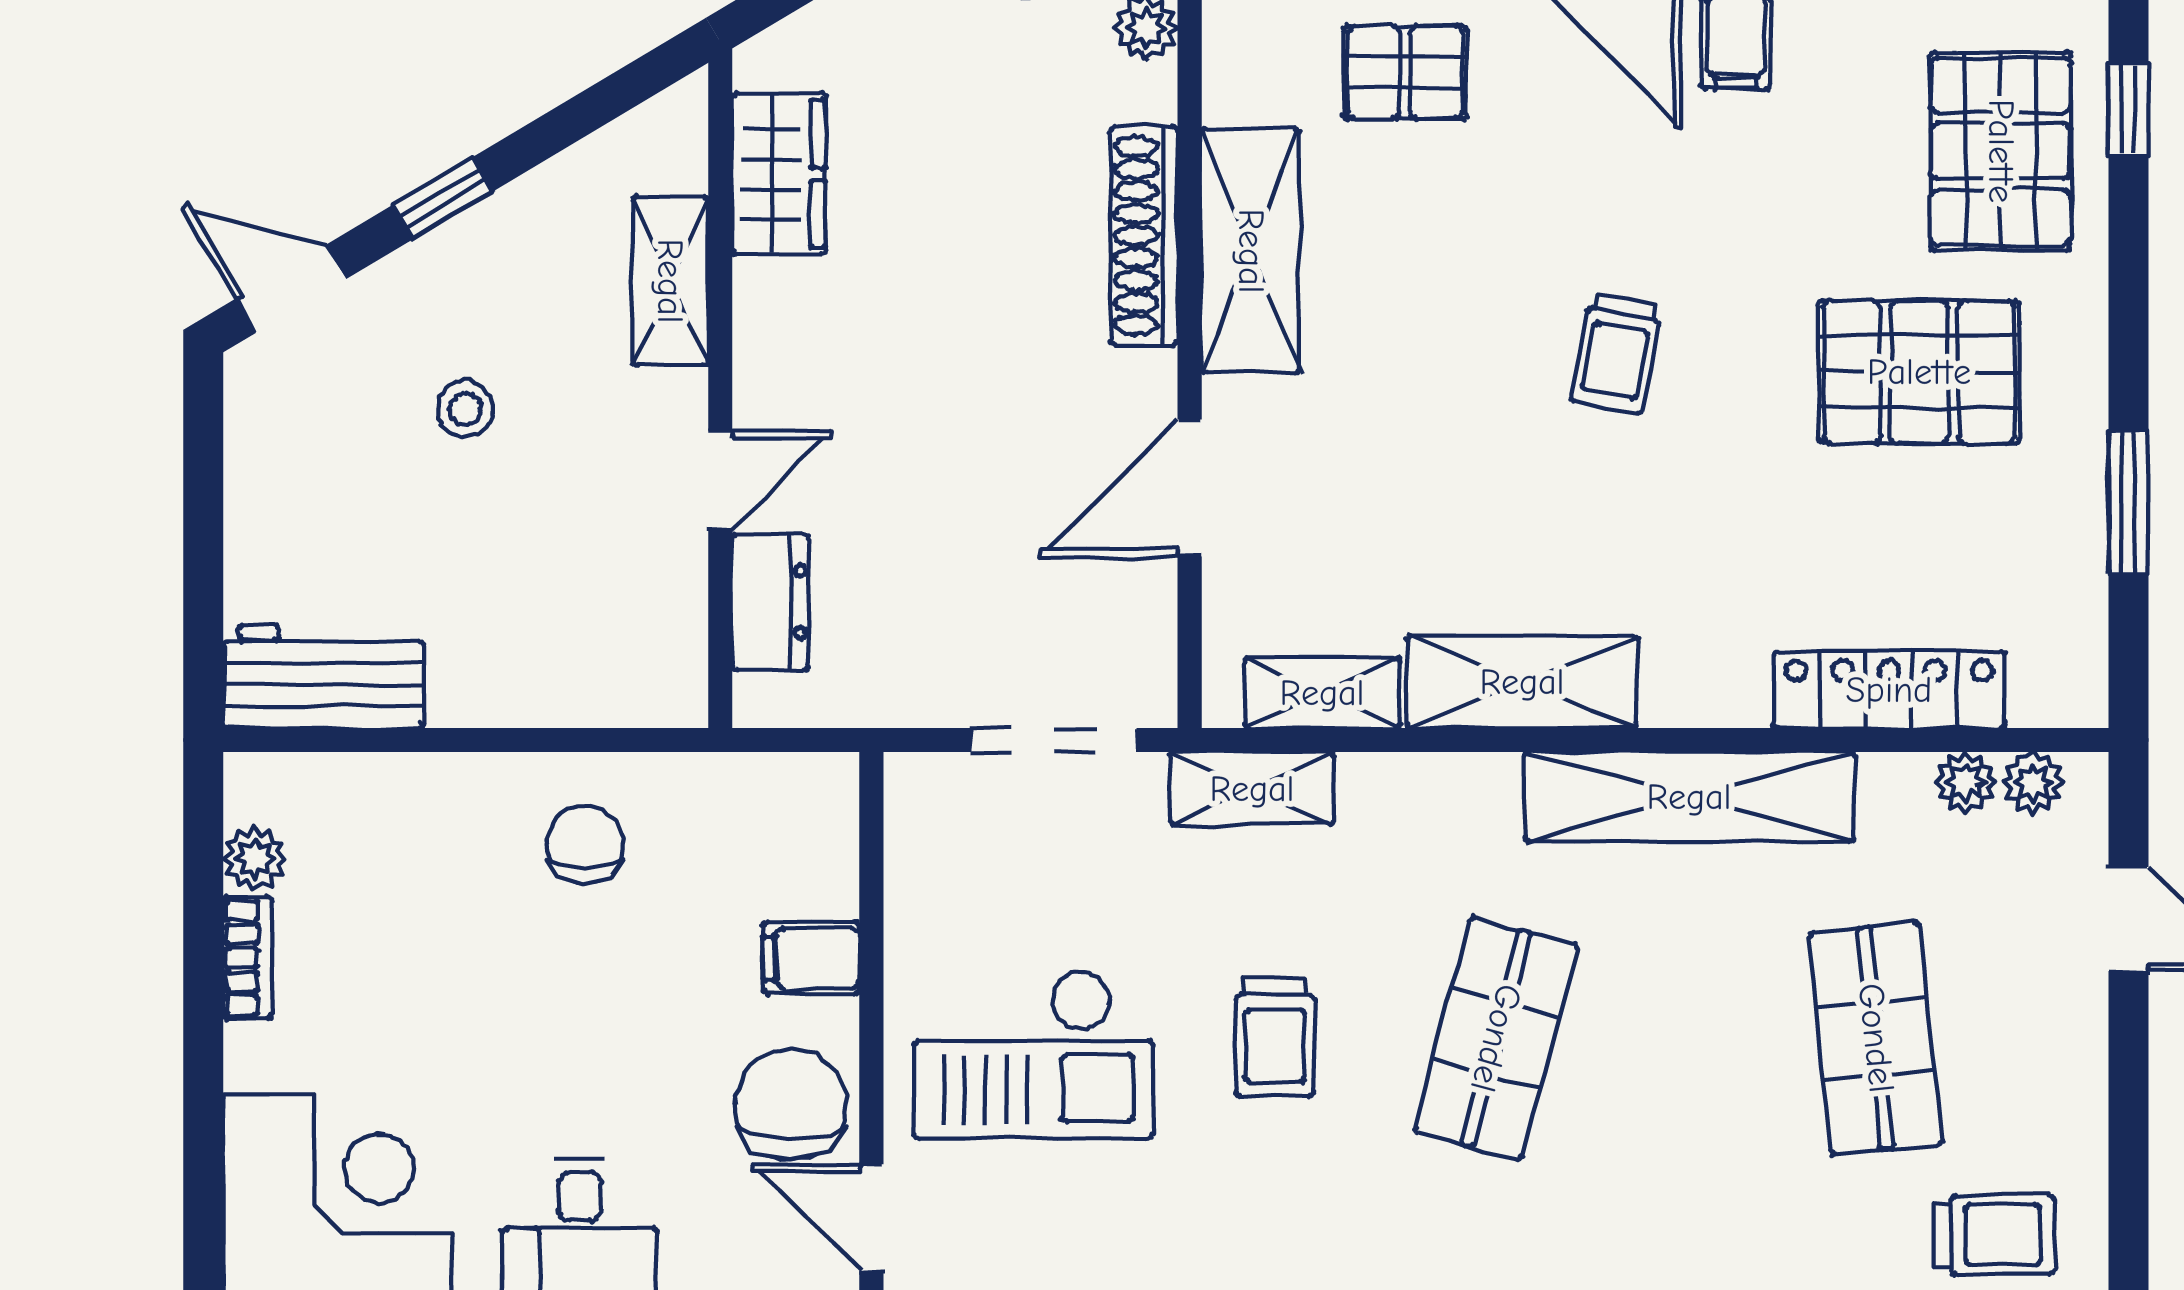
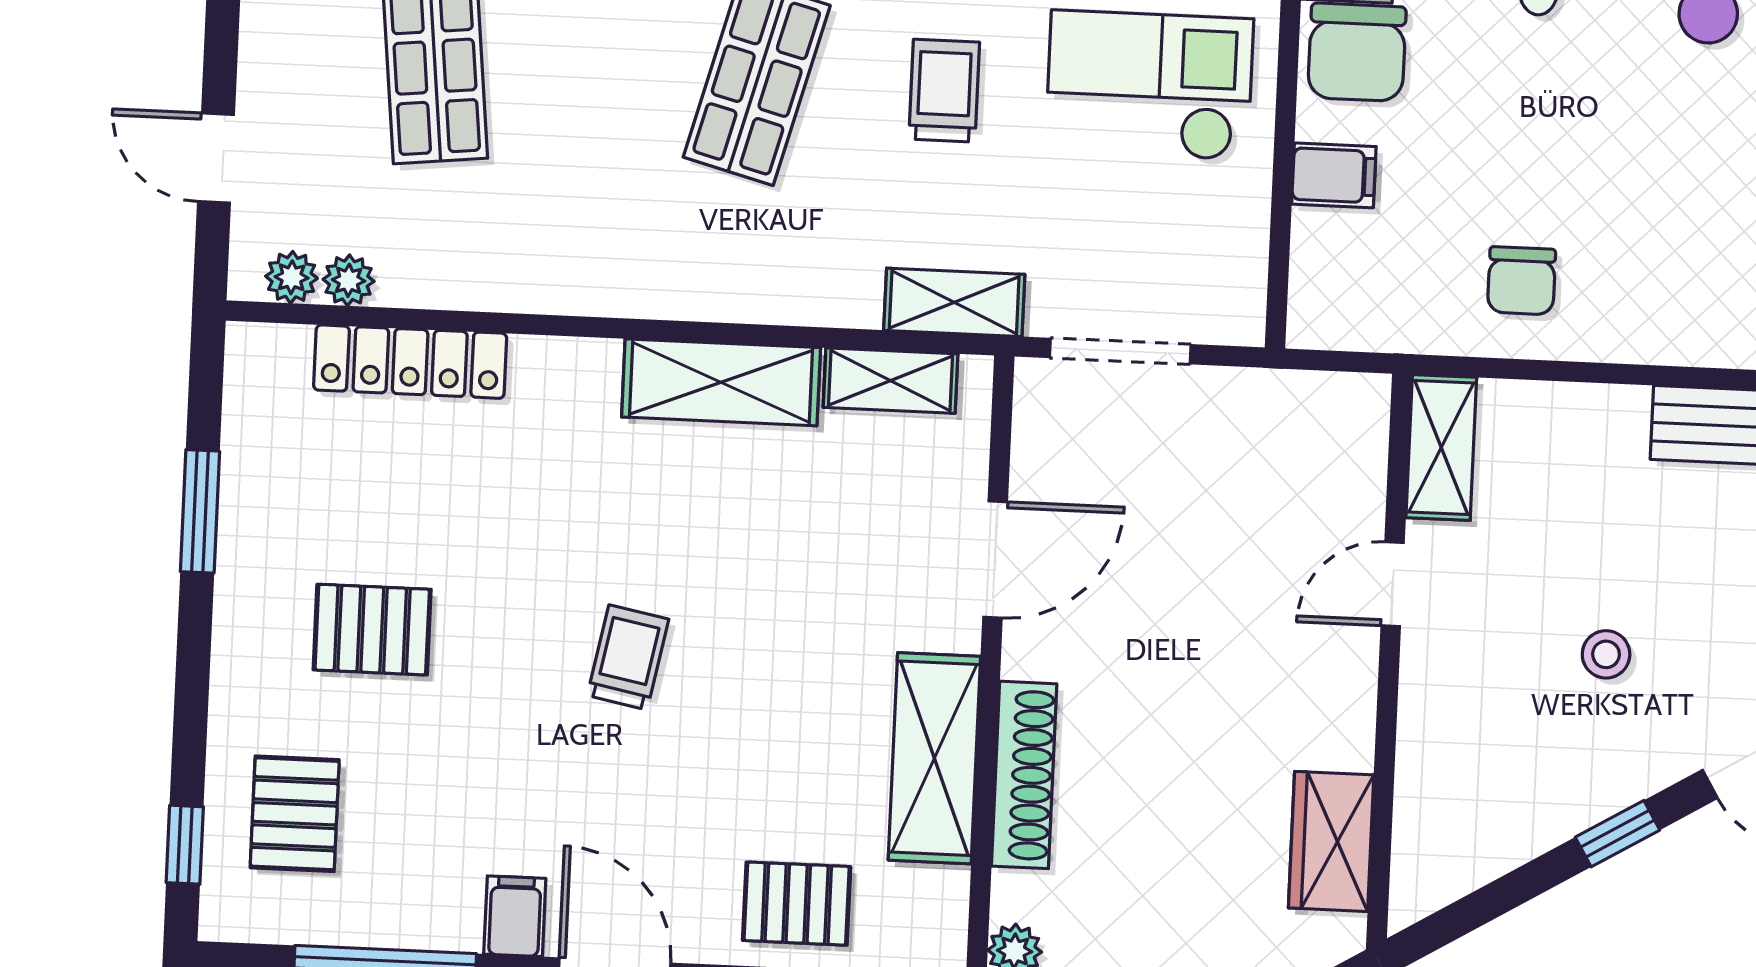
pallet: (2001, 151) -> (295, 814), width x0.67, depth x0.71
shelving: (670, 281) -> (1441, 447), moved
pallet: (1919, 372) -> (372, 630), width x0.67, depth x0.71
dresser: (770, 602) -> (1355, 479), removed
shelving: (1689, 797) -> (584, 279), removed

